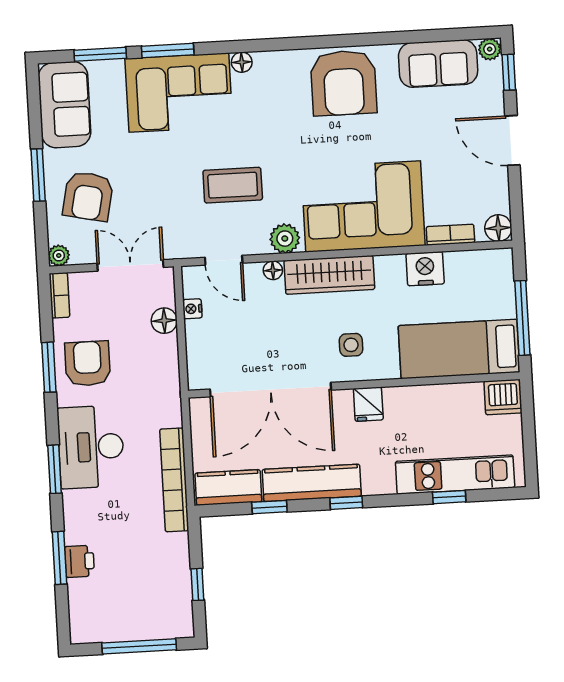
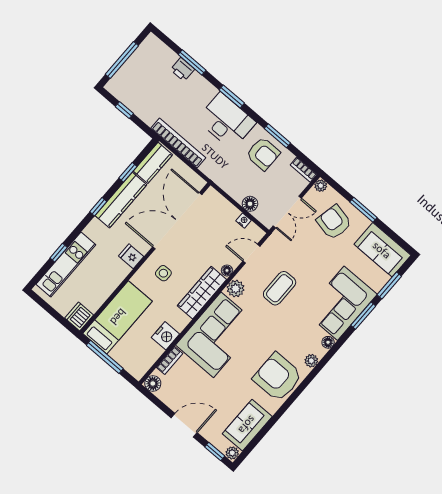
plant: (284, 61) -> (311, 361), added

